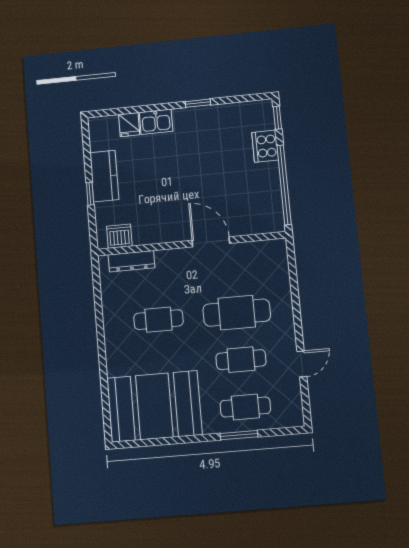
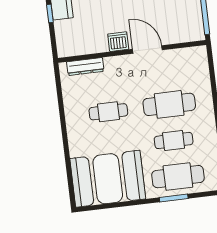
dishwasher: (119, 236) -> (118, 42), moved
cafe table: (245, 407) -> (178, 177), width x1.37, depth x1.35

